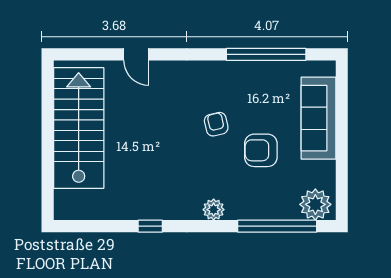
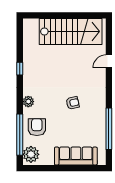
armchair: (261, 150) -> (37, 127), moved

